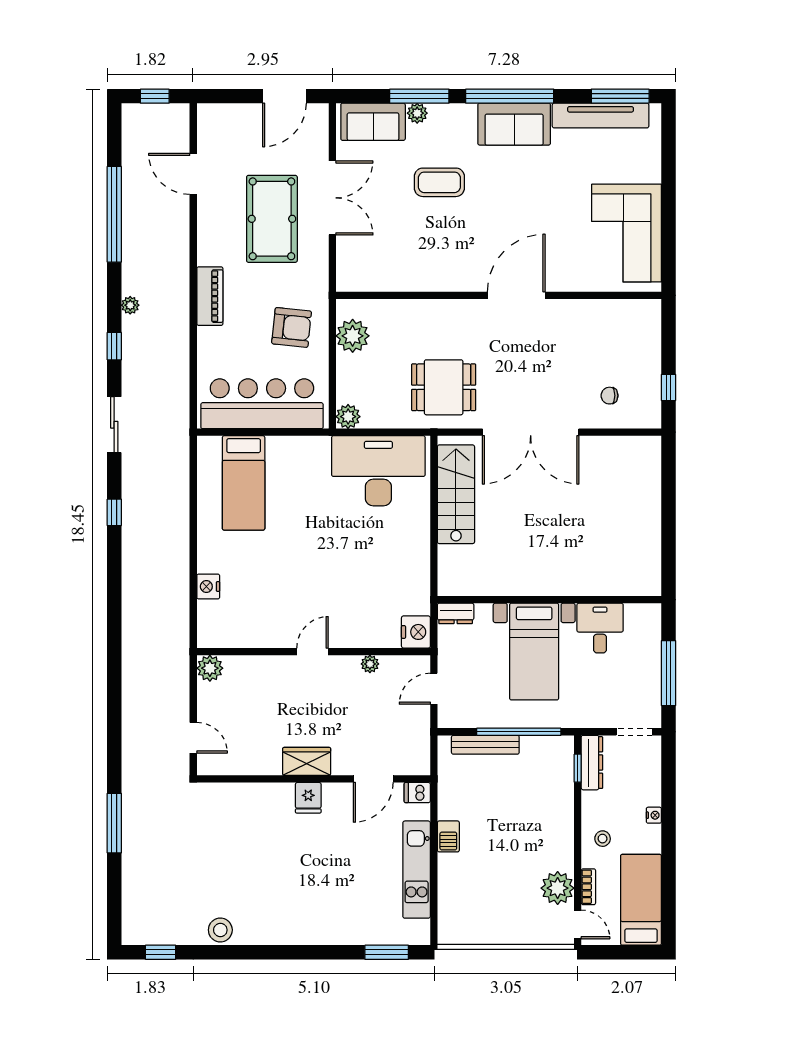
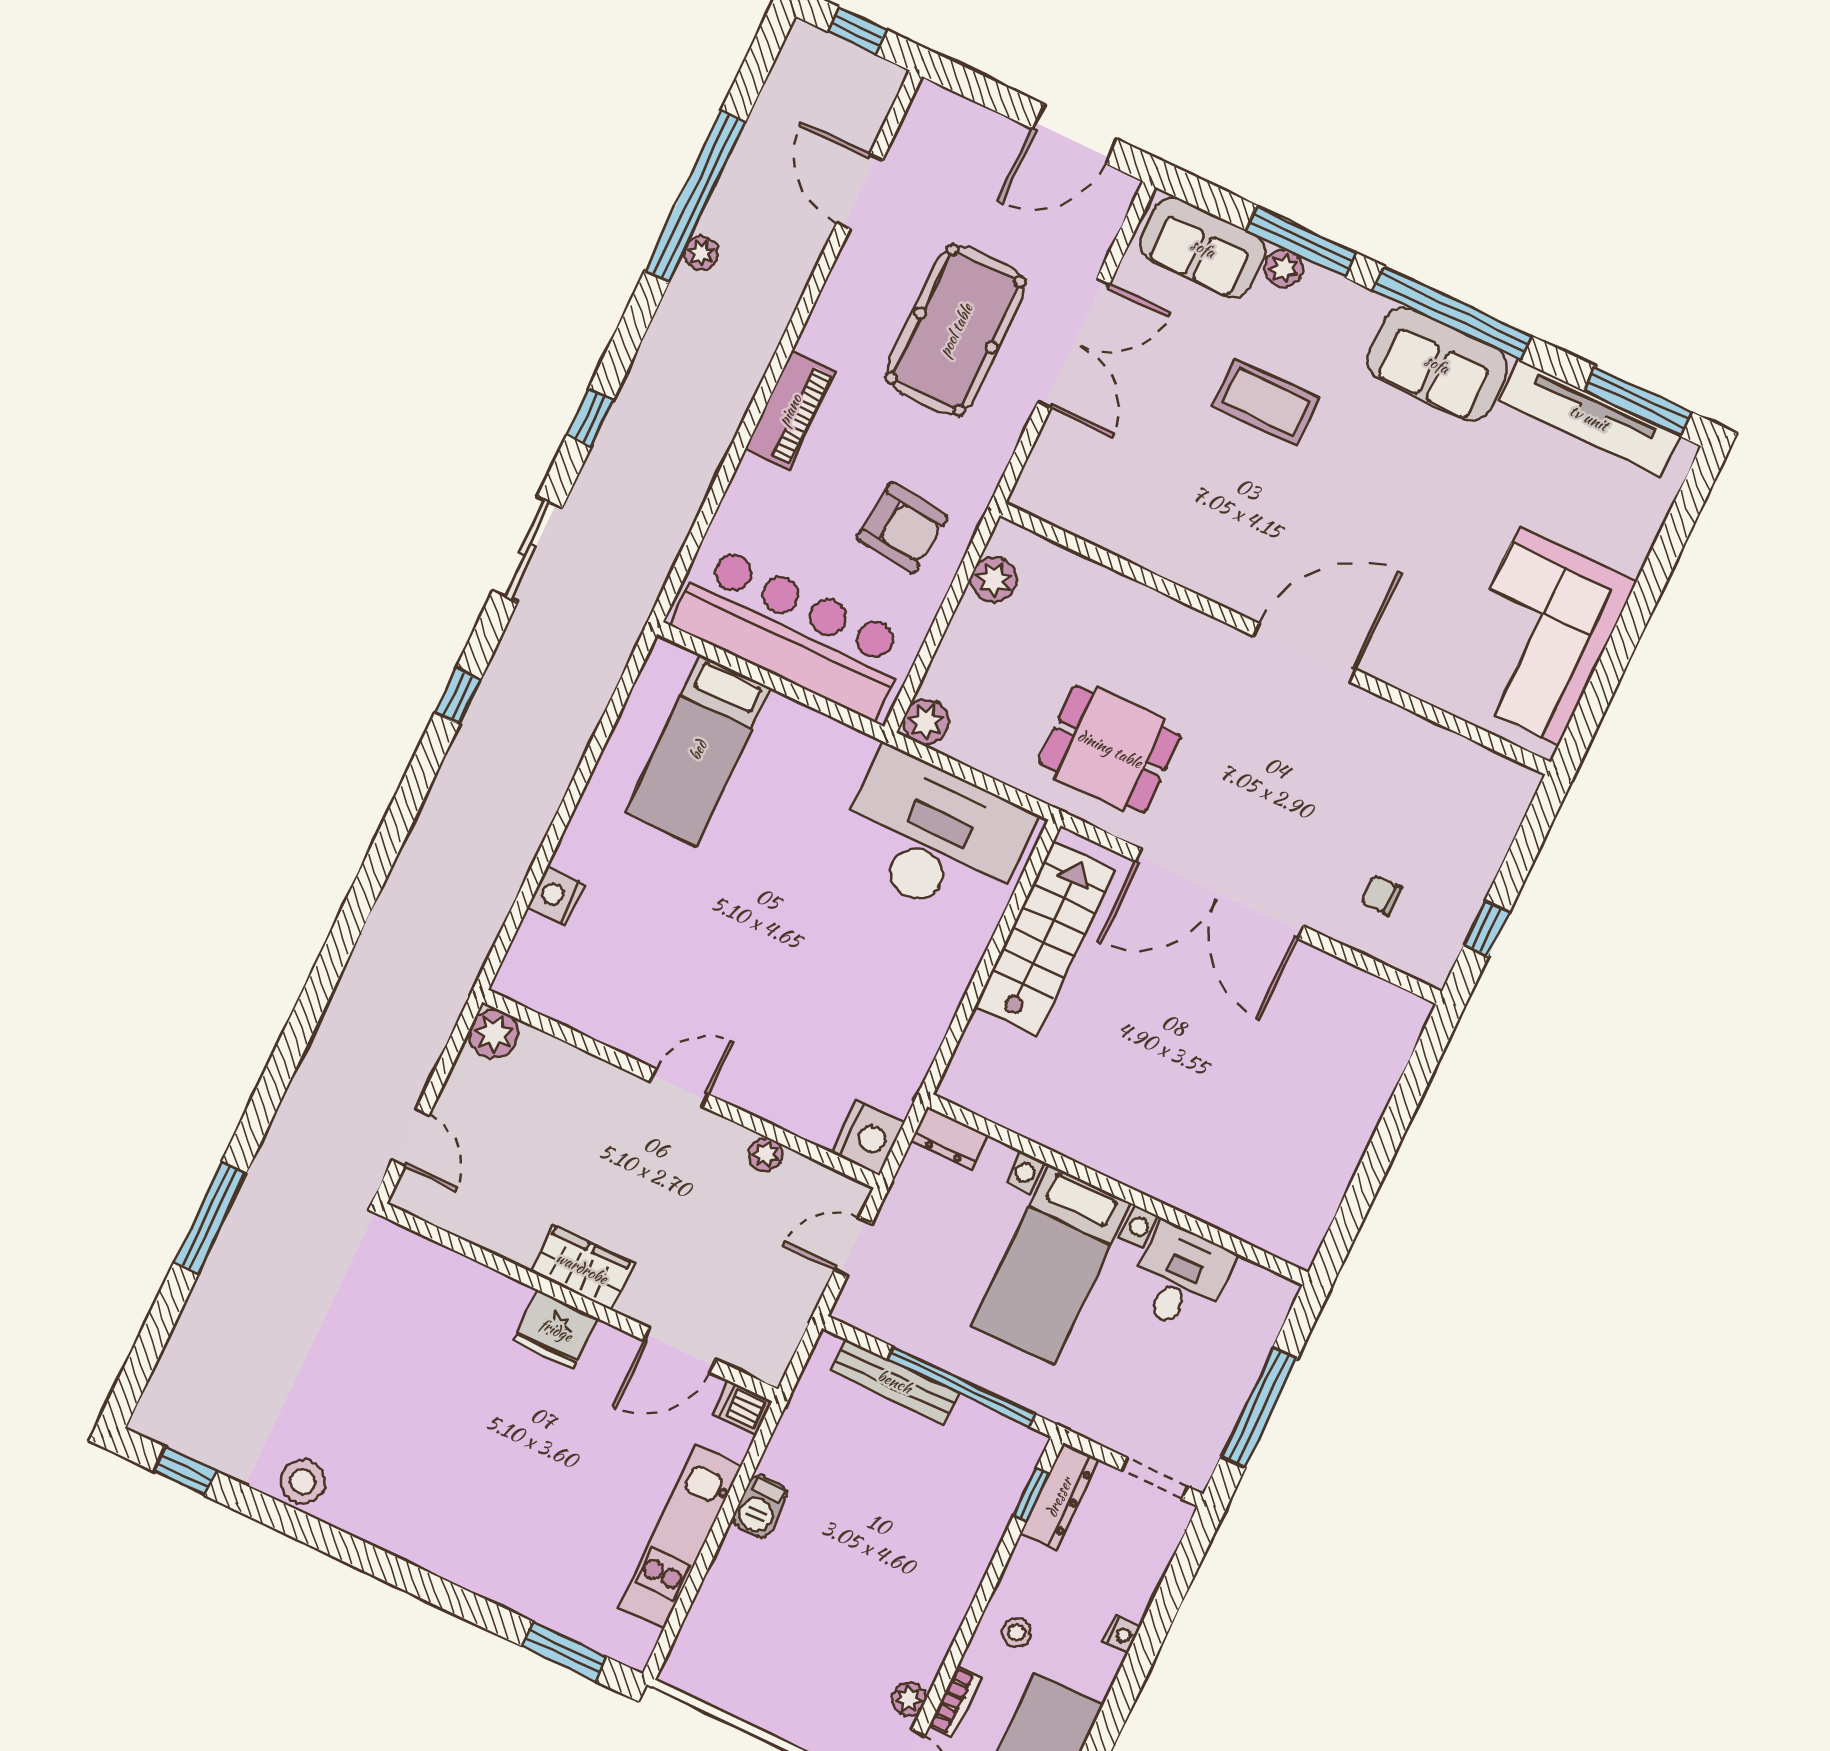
plant: (130, 305) -> (701, 253), moved
plant: (353, 336) -> (994, 579), width x0.73, depth x0.73
fridge: (308, 798) -> (556, 1330), width x1.38
plant: (558, 888) -> (909, 1699), width x0.53, depth x0.53

